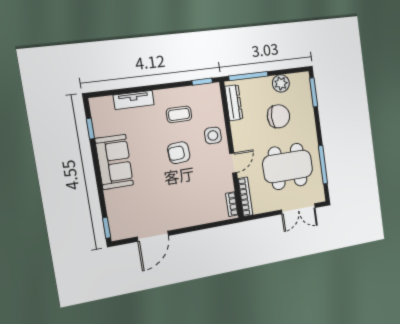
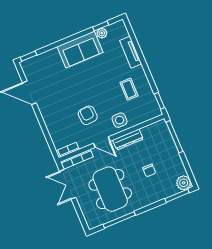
plant: (281, 83) -> (184, 183), moved
dresser: (234, 103) -> (128, 139), moved
chair: (279, 116) -> (149, 170), width x0.54, depth x0.54
plant: (100, 129) -> (102, 33), added
armchair: (179, 153) -> (88, 115), moved
double door: (298, 209) -> (68, 184), moved

